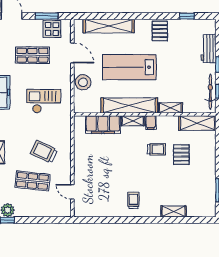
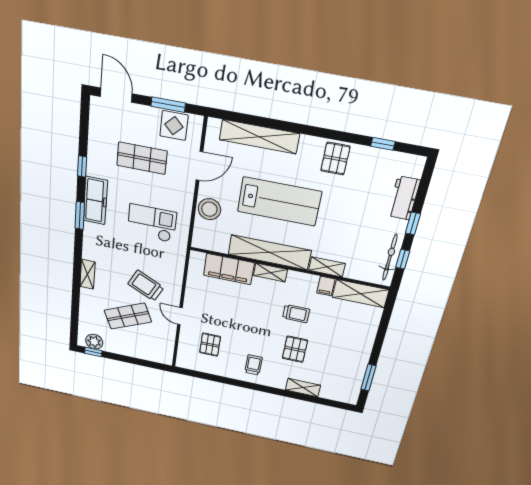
door: (72, 53) -> (200, 166), hinge flipped
lab bench: (129, 67) -> (279, 201), turned 180
filing cabinet: (151, 123) -> (326, 286), moved
pallet: (181, 155) -> (295, 349), moved
shop shelf: (32, 181) -> (128, 316), turned -30
pallet: (98, 191) -> (210, 345), added
door: (72, 192) -> (180, 316), moved

